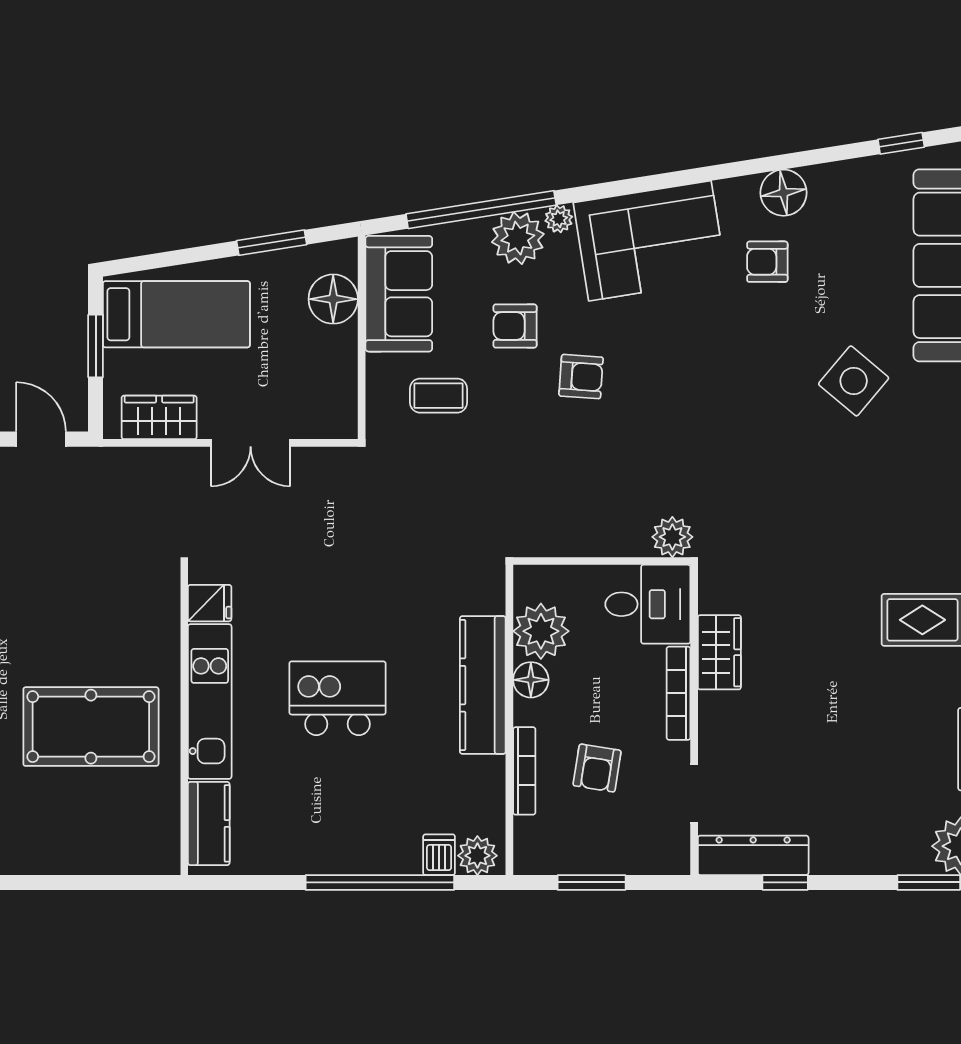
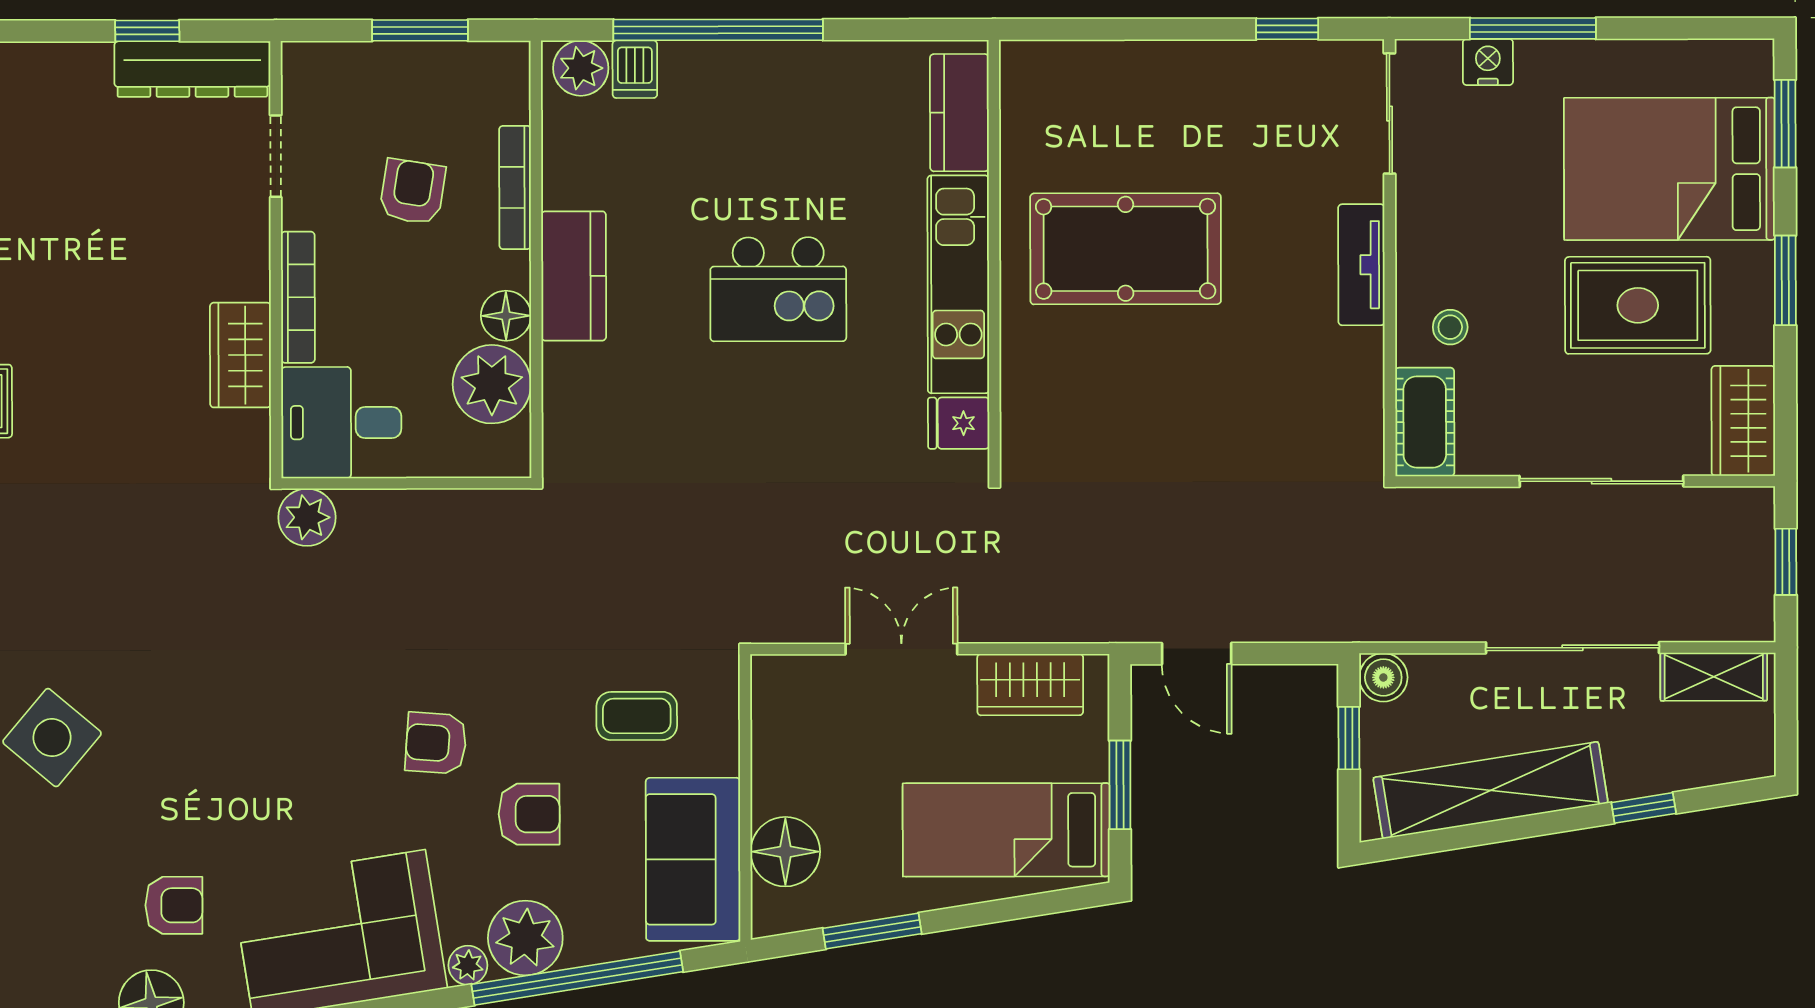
kitchen counter: (483, 685) -> (574, 276), width x0.67

